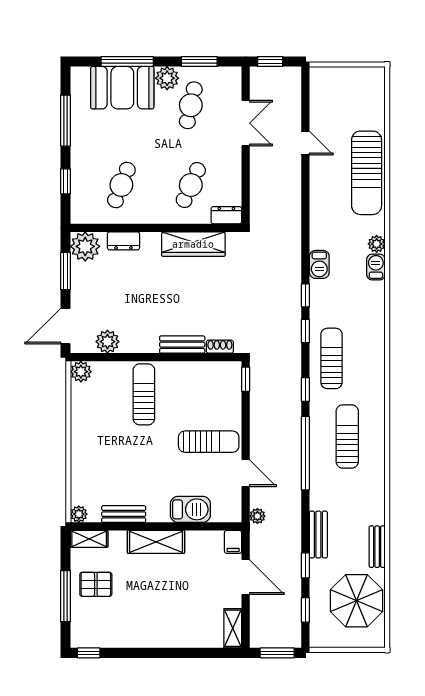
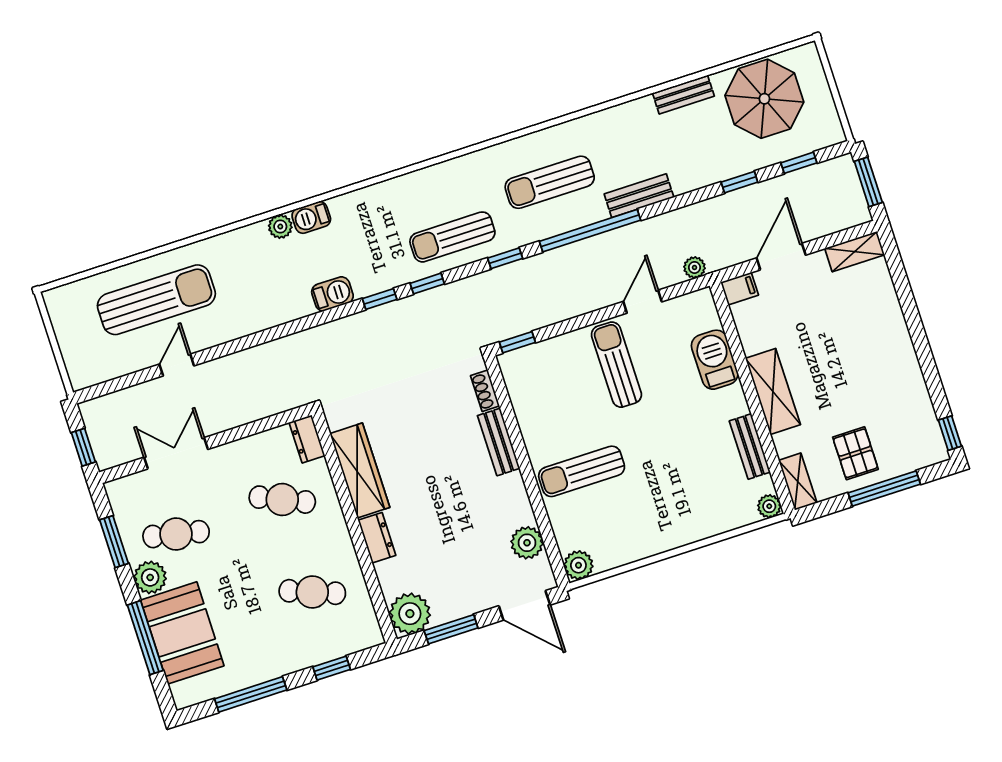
sun lounger: (367, 173) -> (156, 300), moved
dresser: (124, 241) -> (377, 538), moved
bench: (318, 535) -> (639, 196), moved

